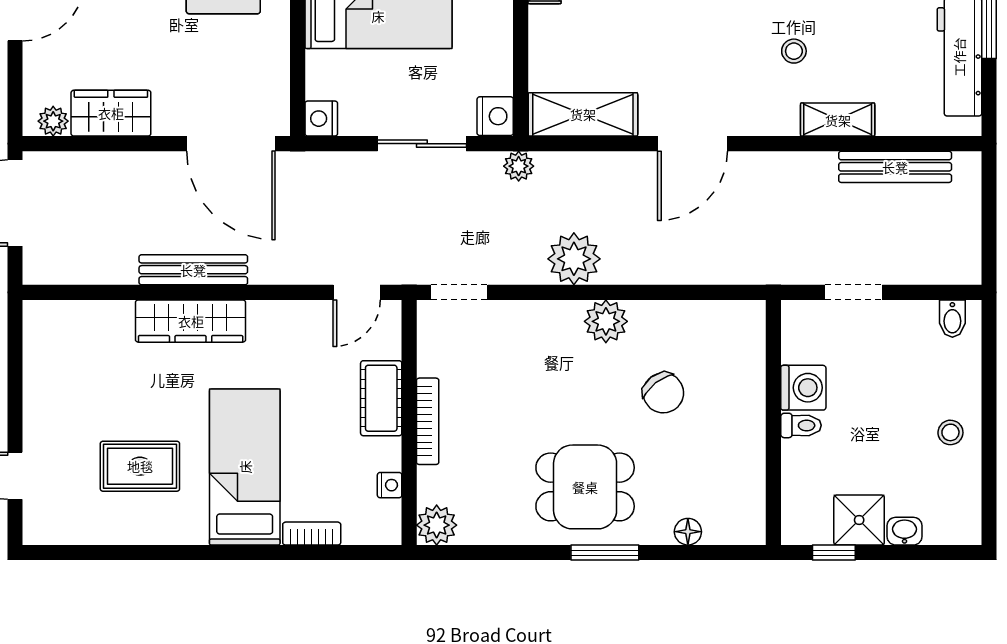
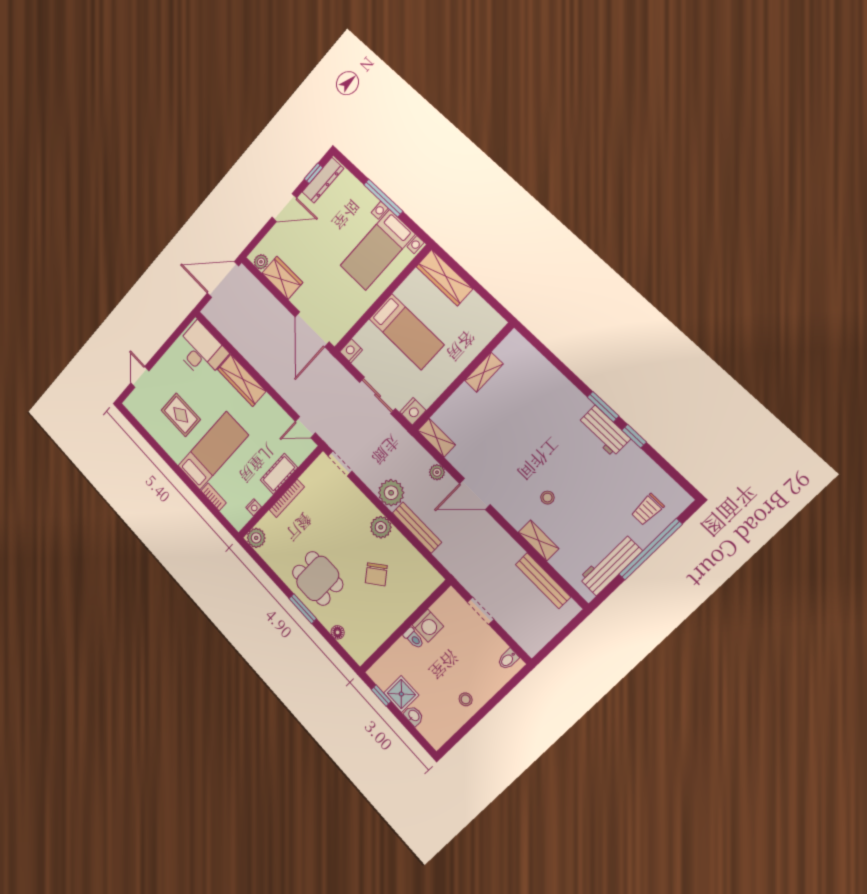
shelving: (583, 114) -> (437, 438), width x0.67, depth x0.75
plant: (519, 166) -> (437, 472), moved
bench: (193, 270) -> (417, 527), moved
desk: (81, 340) -> (201, 351), added

